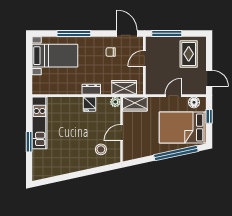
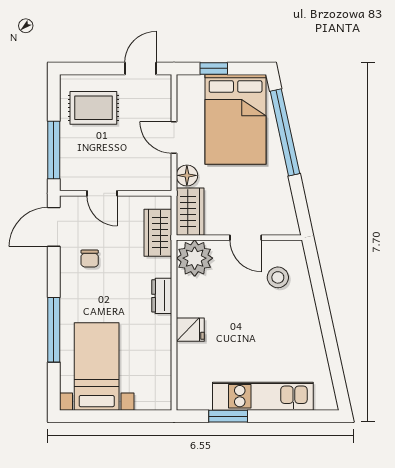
plant: (115, 102) -> (195, 258), width x1.88, depth x1.88
floor lamp: (194, 102) -> (187, 175), moved
fridge: (89, 104) -> (190, 330), moved
kitchen unit: (39, 123) -> (263, 396), moved
window: (29, 142) -> (228, 416), moved

